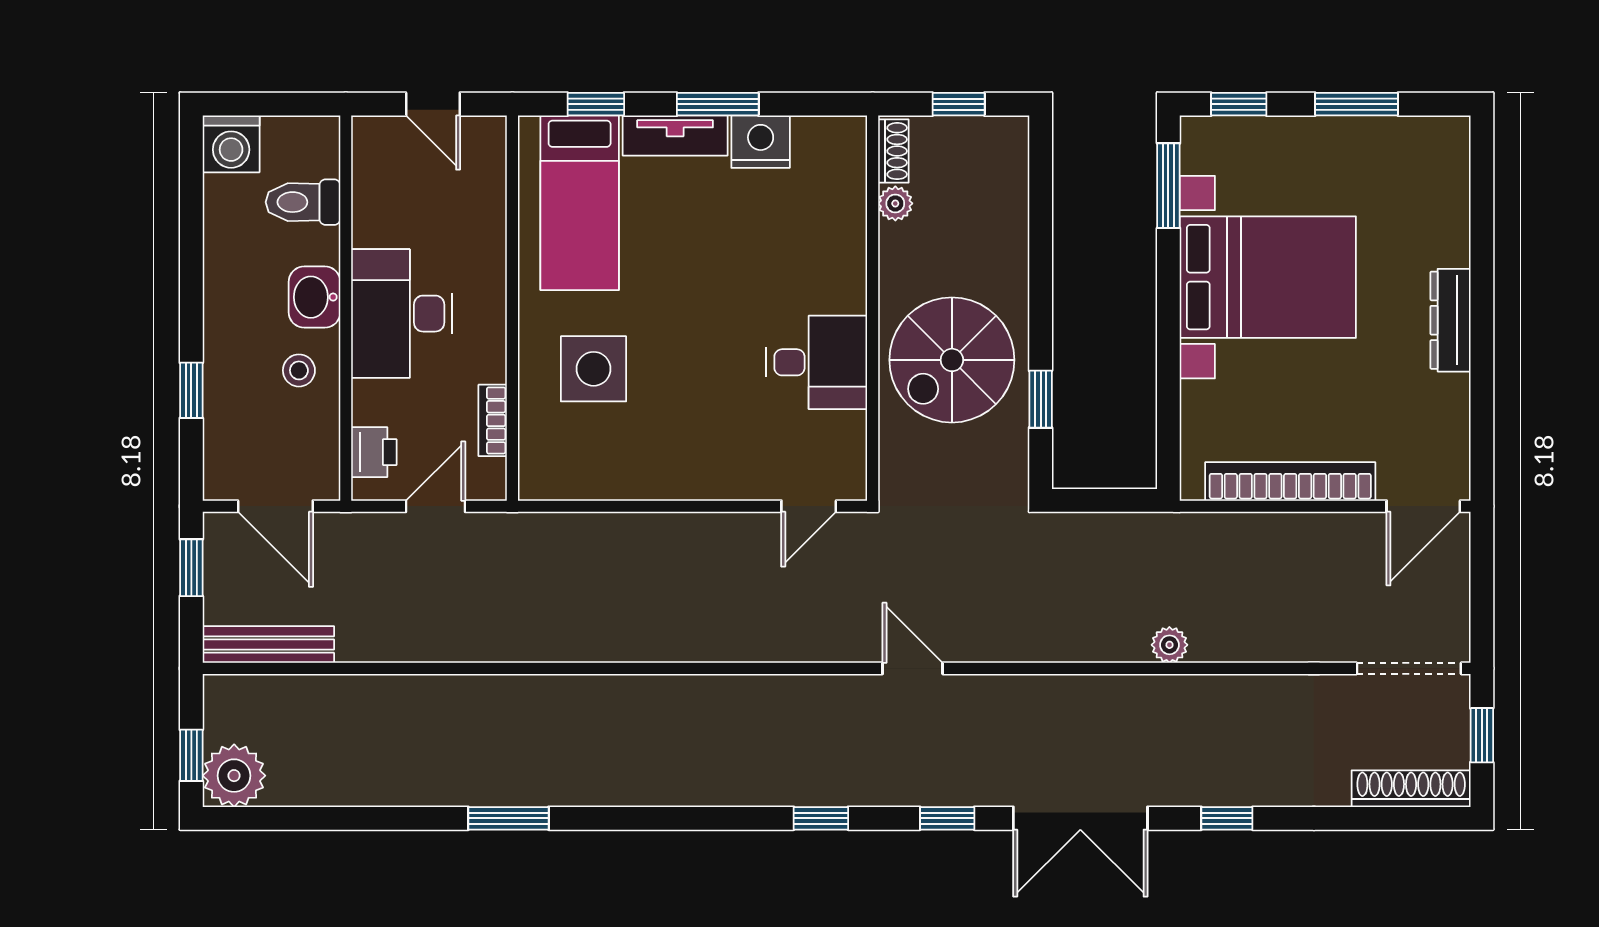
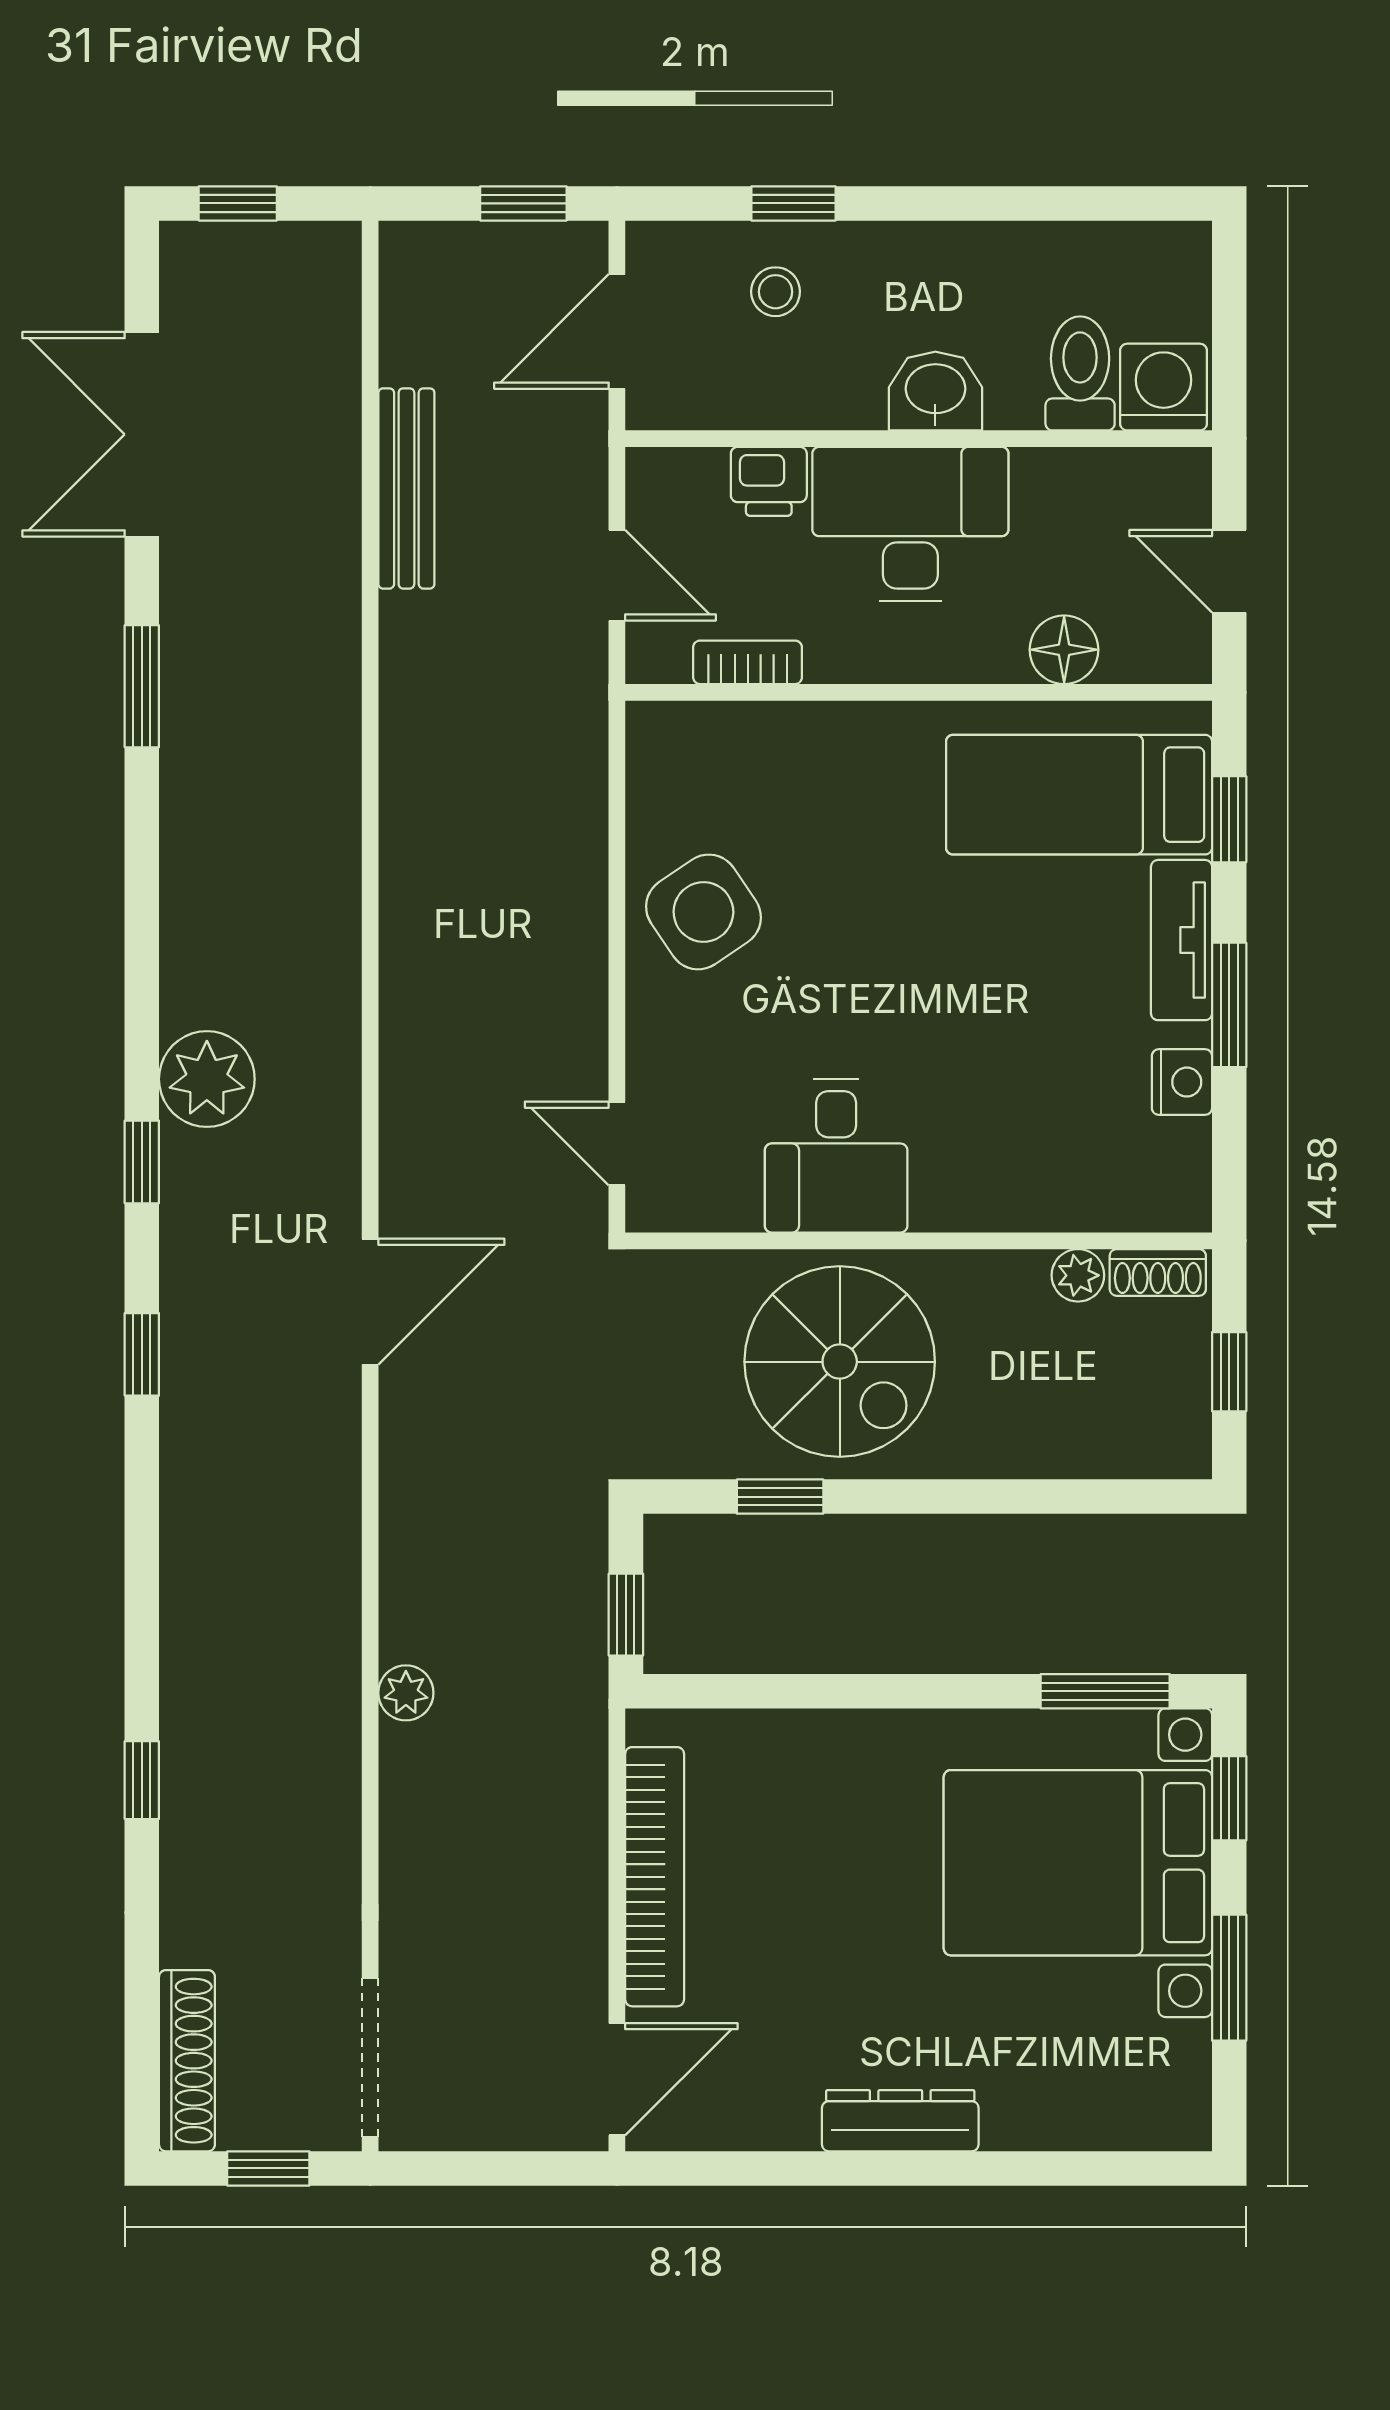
door: (433, 104) -> (1229, 571), hinge flipped
nightstand: (761, 142) -> (1182, 1082), width x0.74, depth x0.75
washing machine: (231, 144) -> (1164, 387), moved, turned 90
floor lamp: (484, 213) -> (1064, 650), added
bed with nightstands: (1268, 277) -> (1078, 1863), moved, turned 90
spiral stairs: (952, 360) -> (840, 1362), turned 180
side table: (594, 369) -> (703, 912), moved, turned -34
stool: (299, 370) -> (776, 292), moved
printer: (374, 452) -> (769, 481), moved
window: (1118, 500) -> (626, 1615), added
door: (1423, 506) -> (617, 2079), swing flipped
bench: (268, 645) -> (406, 488), moved
door: (913, 668) -> (370, 1302), width x1.38
plant: (234, 776) -> (207, 1079), moved
double door: (1080, 818) -> (142, 434), moved

